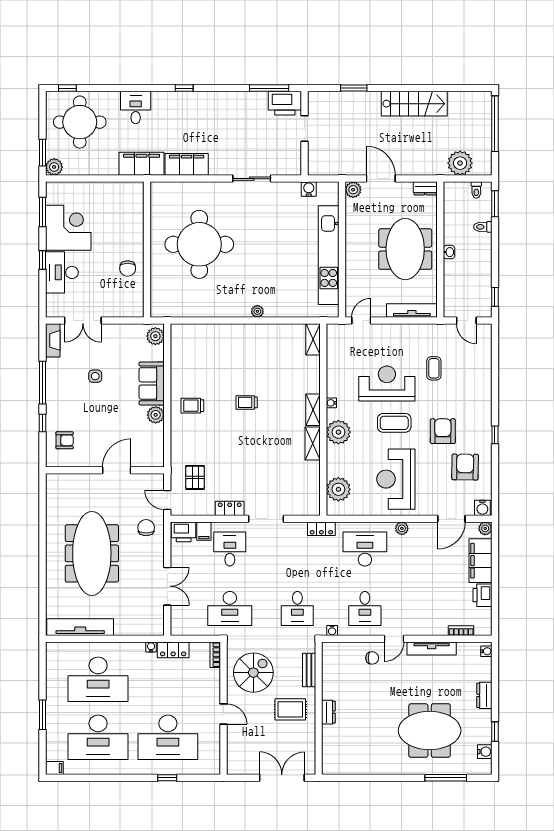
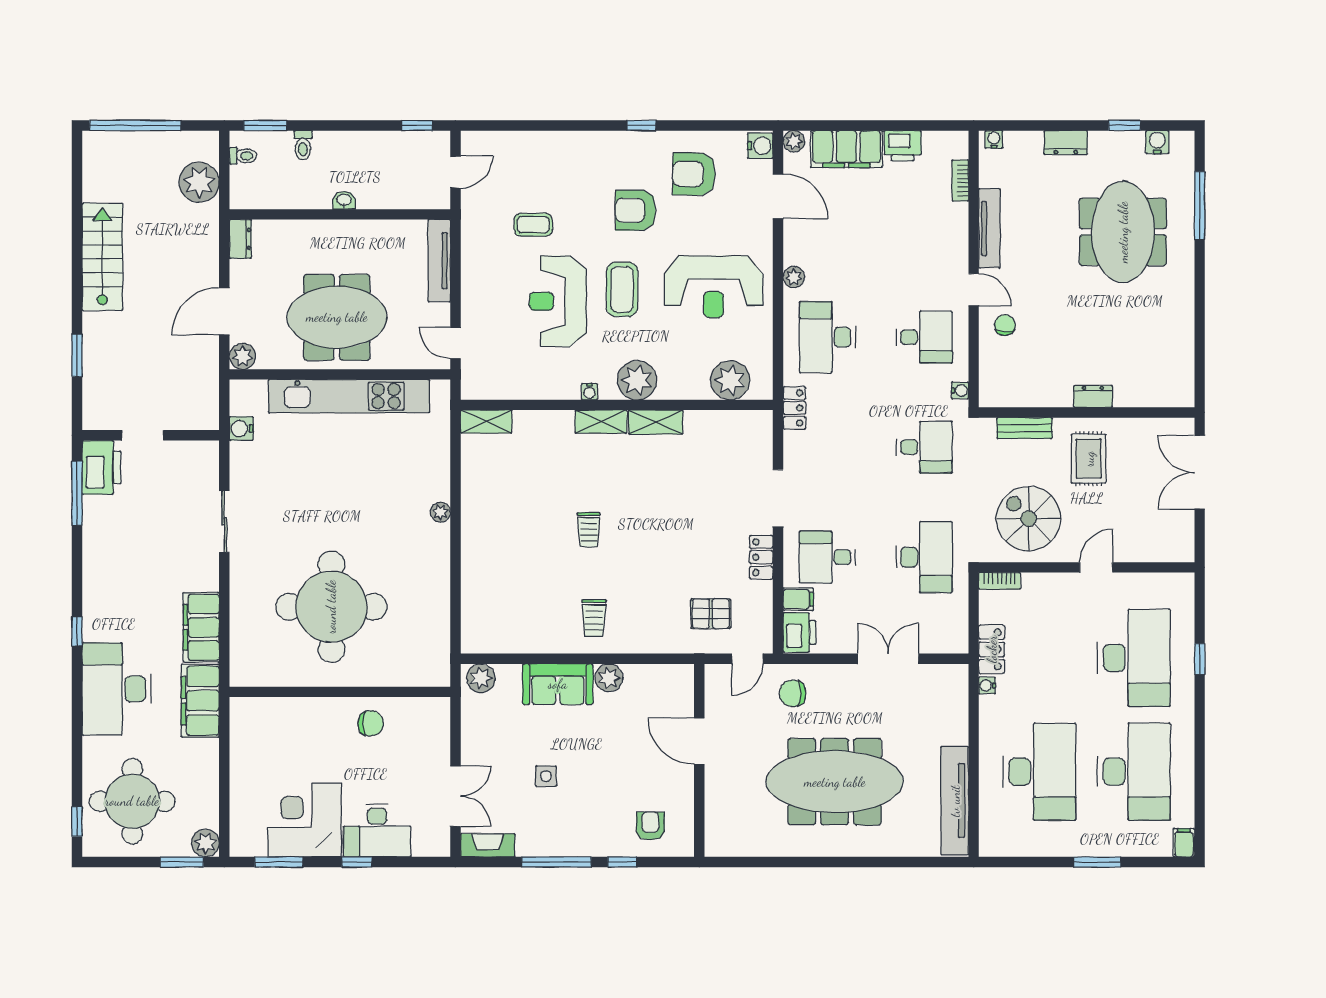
desk: (136, 108) -> (117, 689), width x1.87, depth x1.30
meeting table: (405, 249) -> (337, 317), moved

